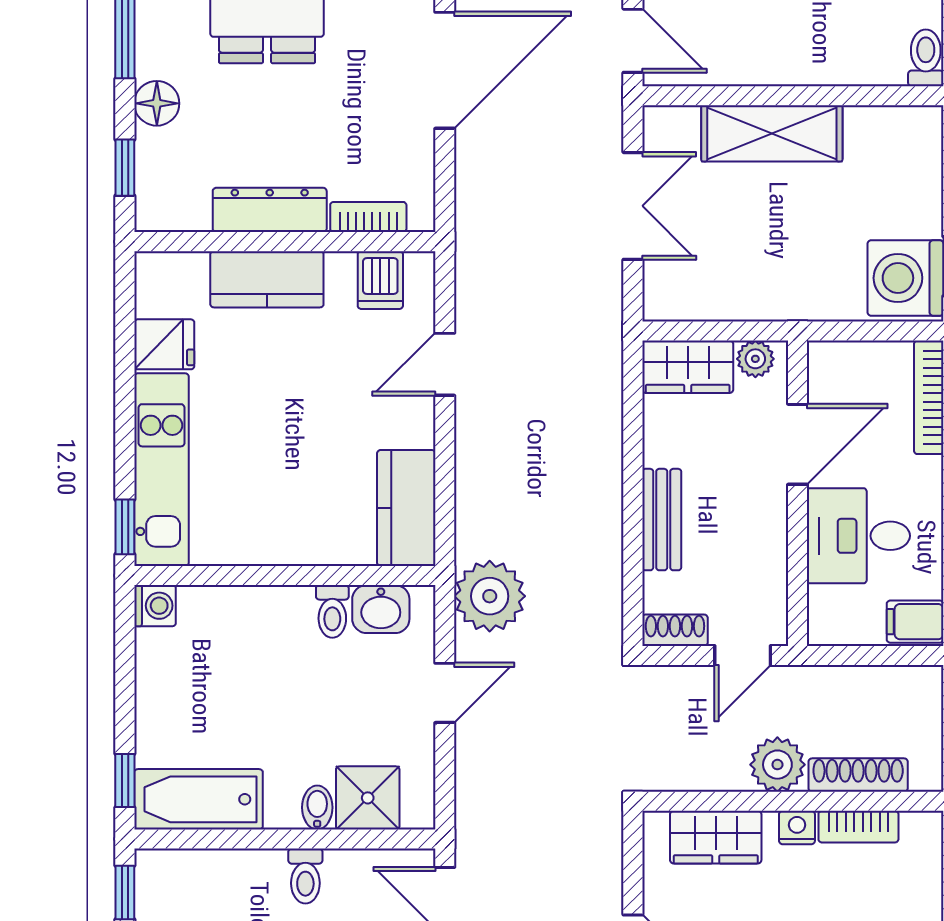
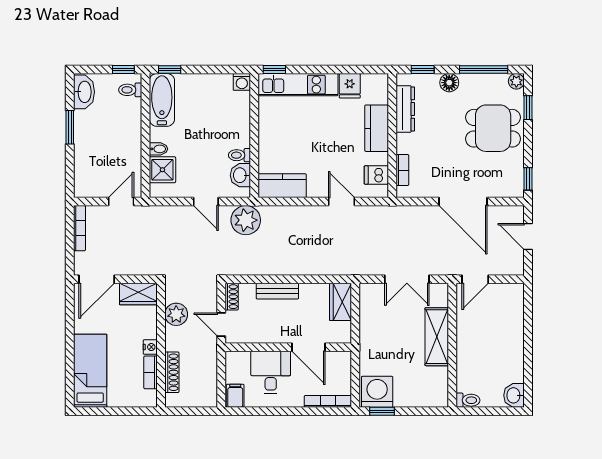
dresser: (270, 210) -> (405, 109), moved
plant: (755, 359) -> (344, 330), removed
plant: (777, 765) -> (176, 314), moved
wardrobe: (716, 837) -> (138, 294), moved, turned -90
toilet: (305, 876) -> (130, 90), moved

